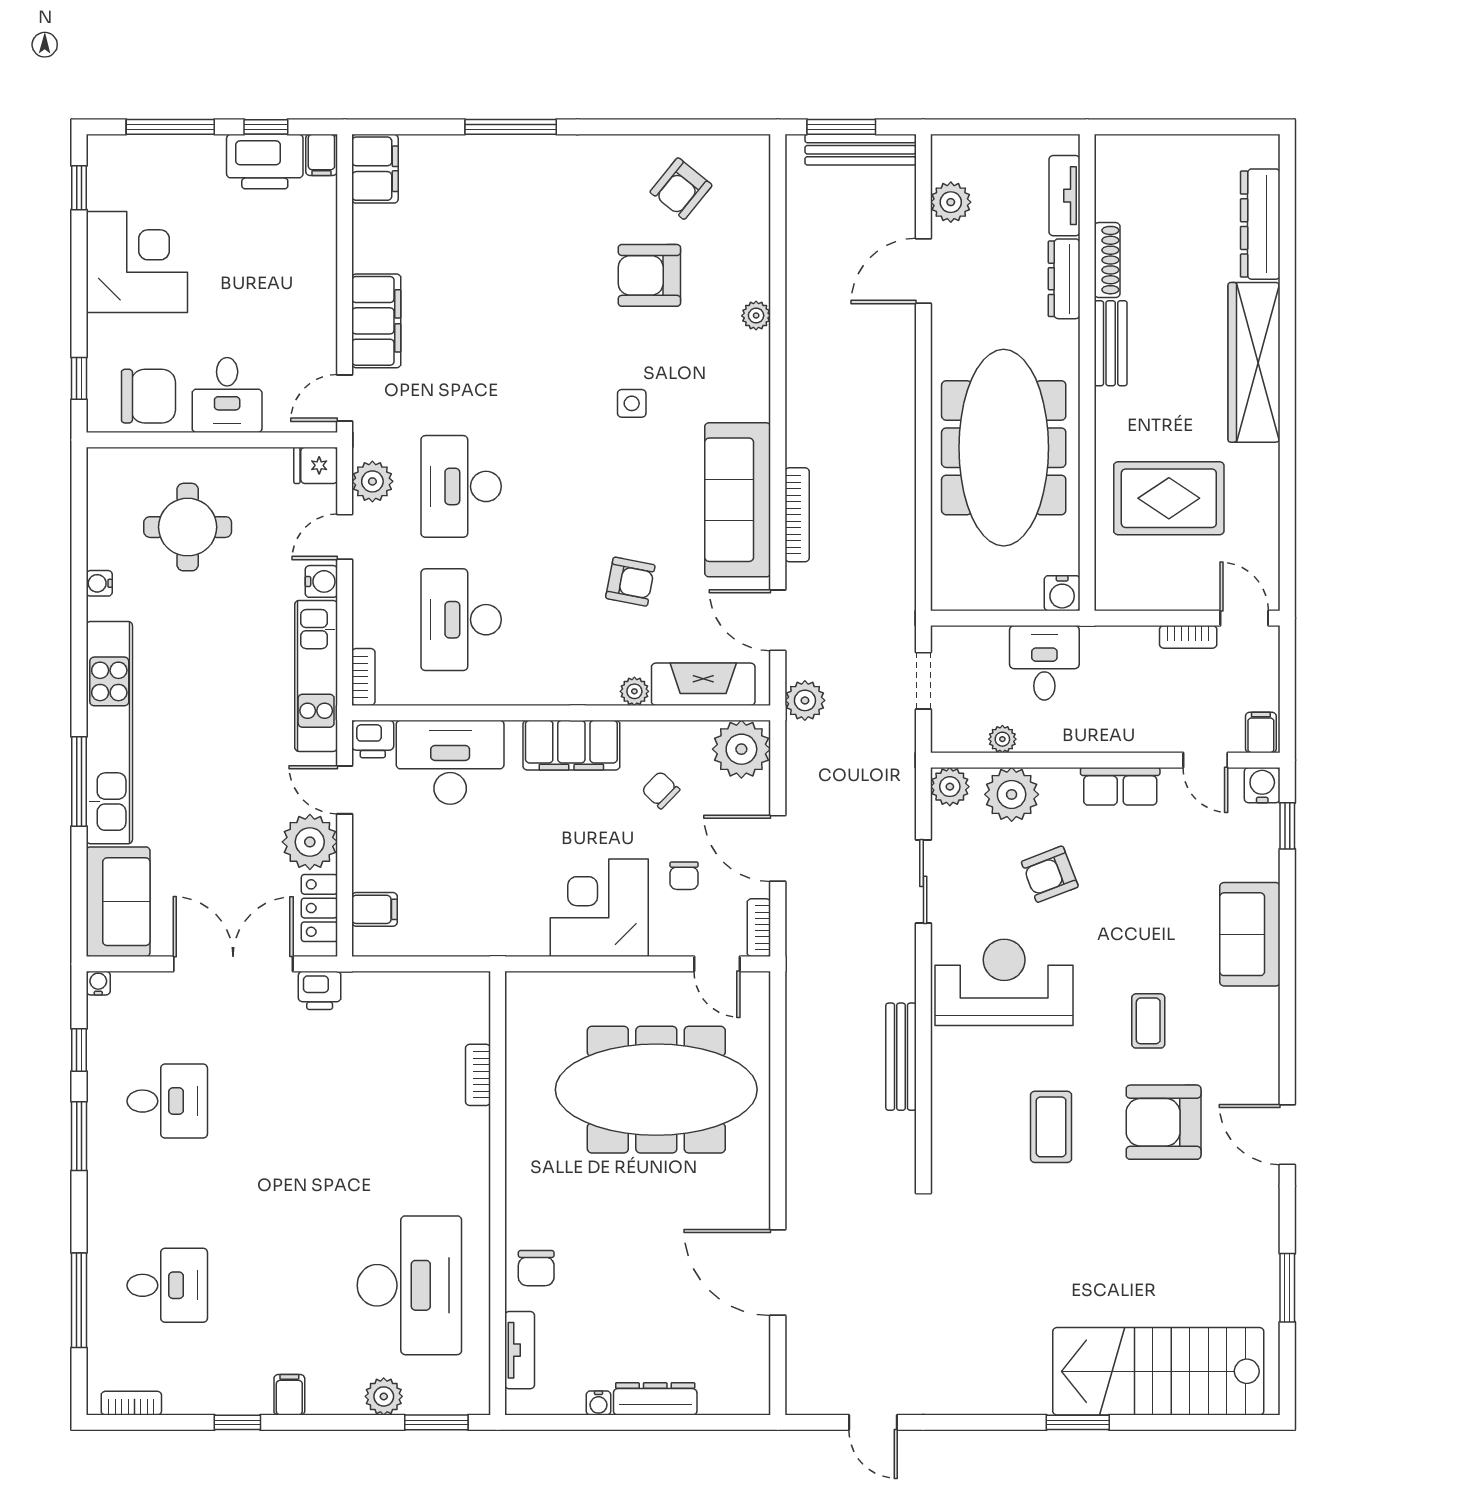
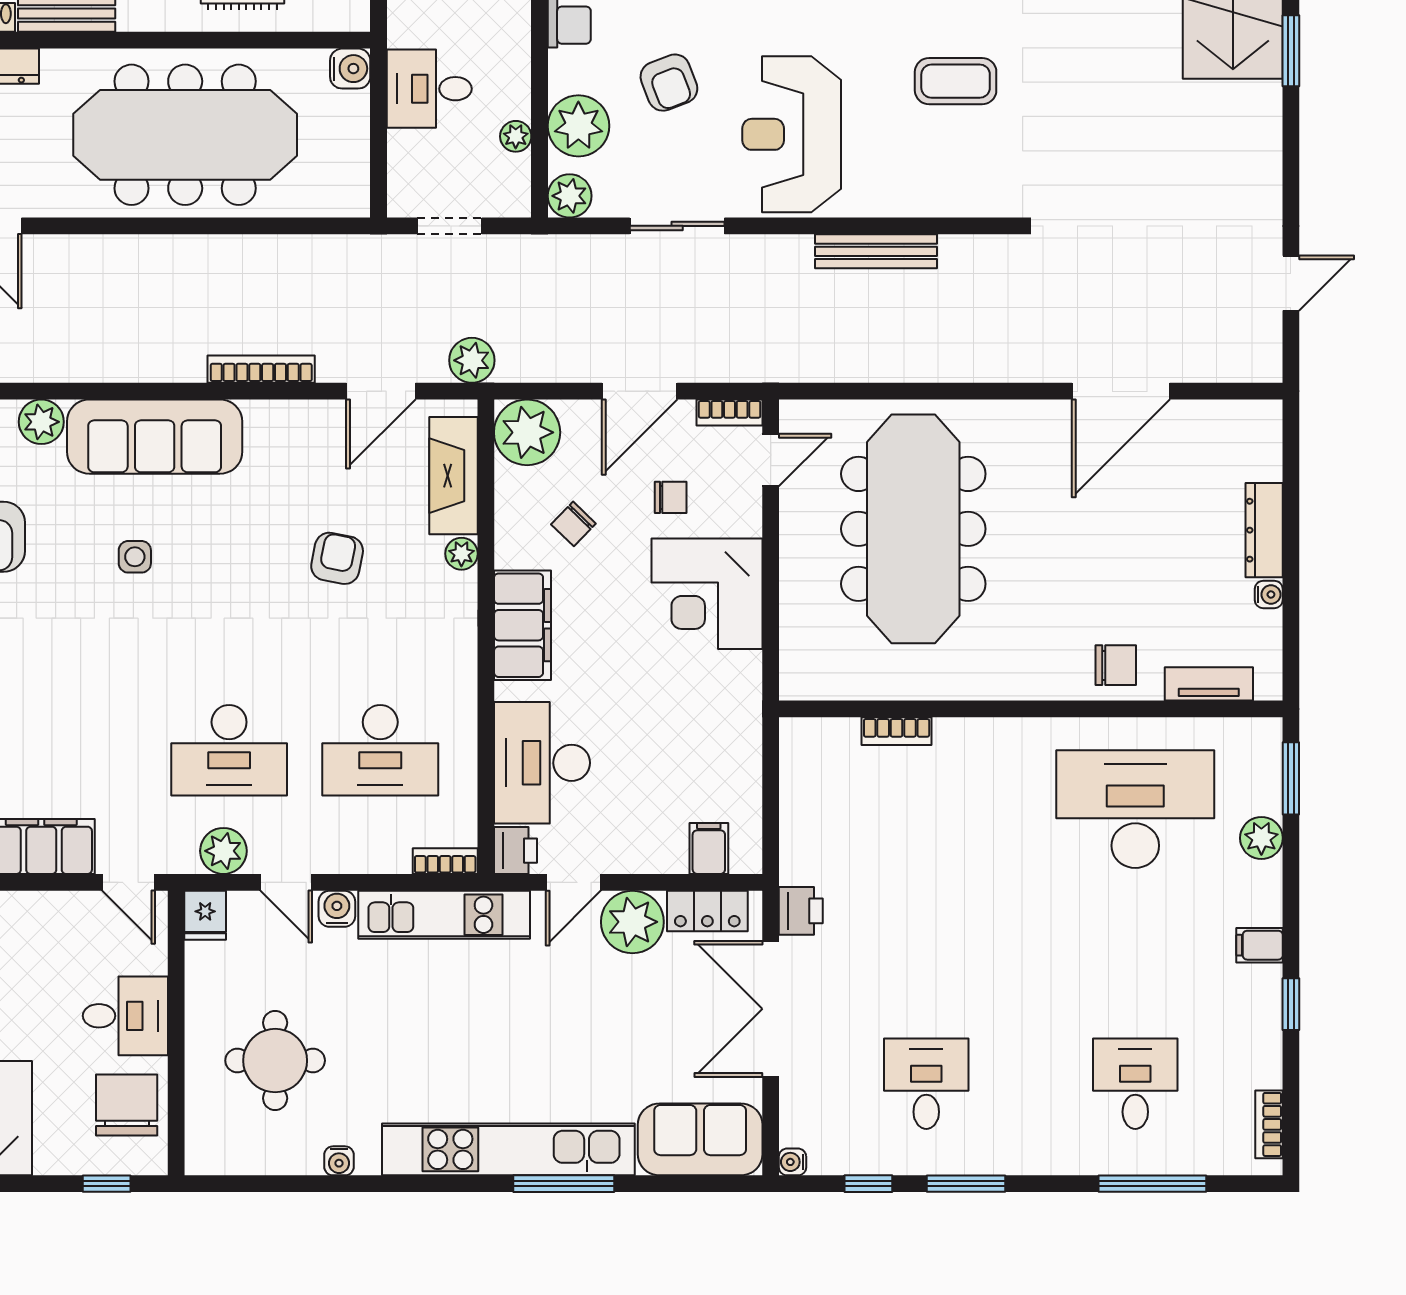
plant: (756, 316) -> (41, 422), width x1.38, depth x1.38
sofa: (738, 500) -> (155, 437), moved

